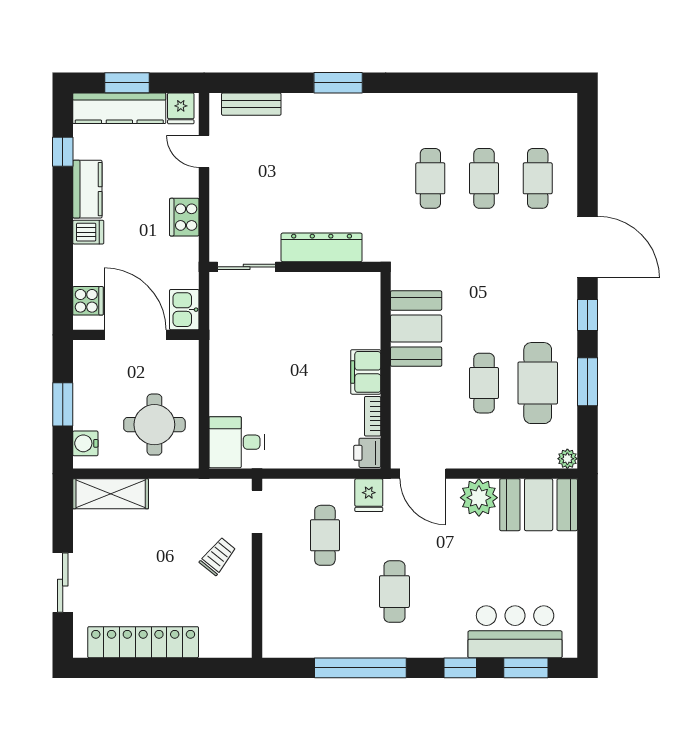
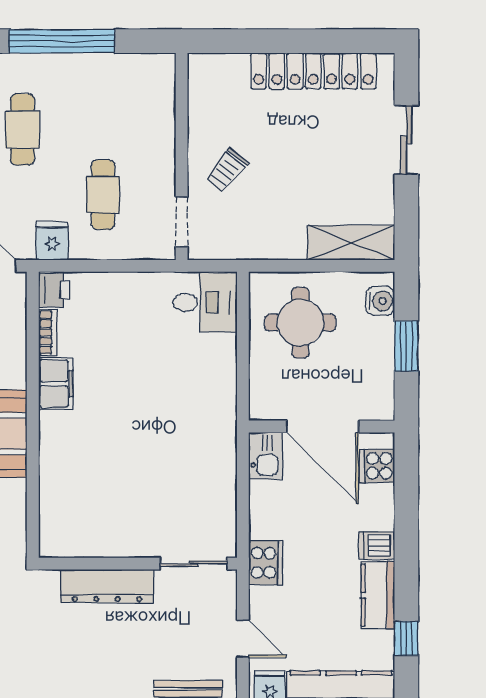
dresser: (322, 247) -> (107, 586), moved
sliding door: (247, 267) -> (194, 564), moved
wall: (295, 267) -> (138, 564), moved

